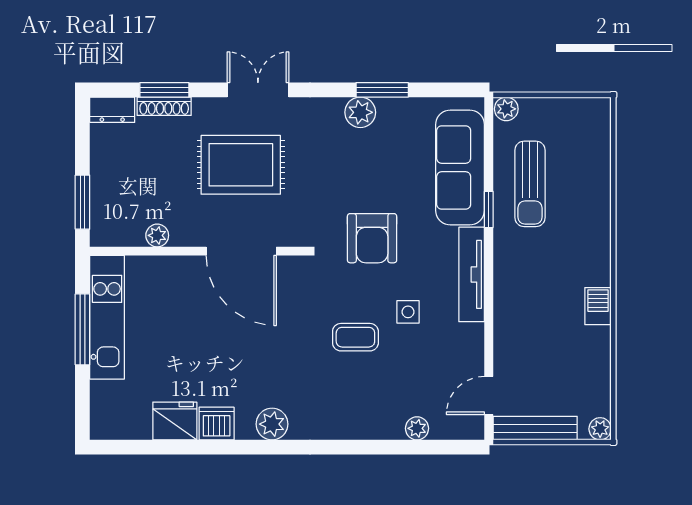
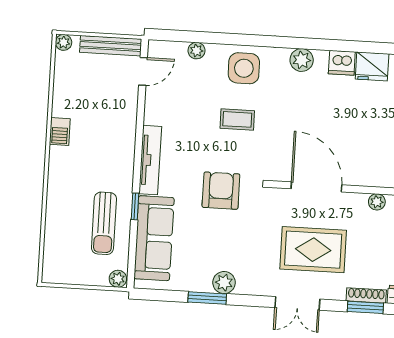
sun lounger: (530, 184) -> (104, 223), turned 180
side table: (408, 312) -> (244, 68), moved, width x1.87, depth x1.87

